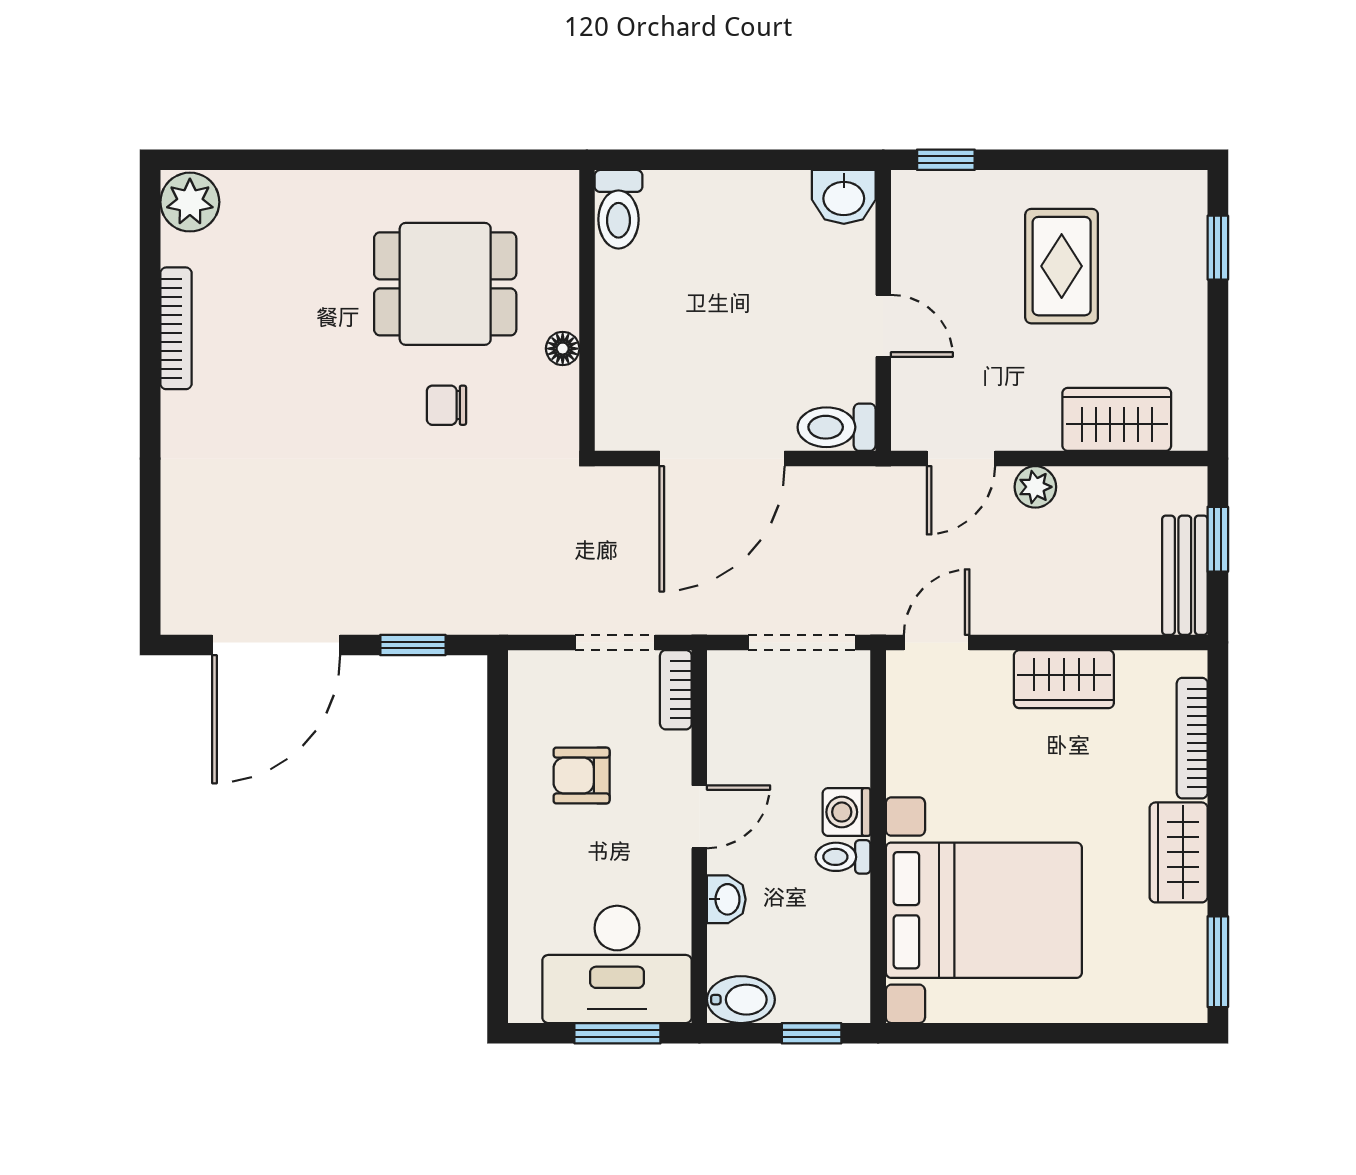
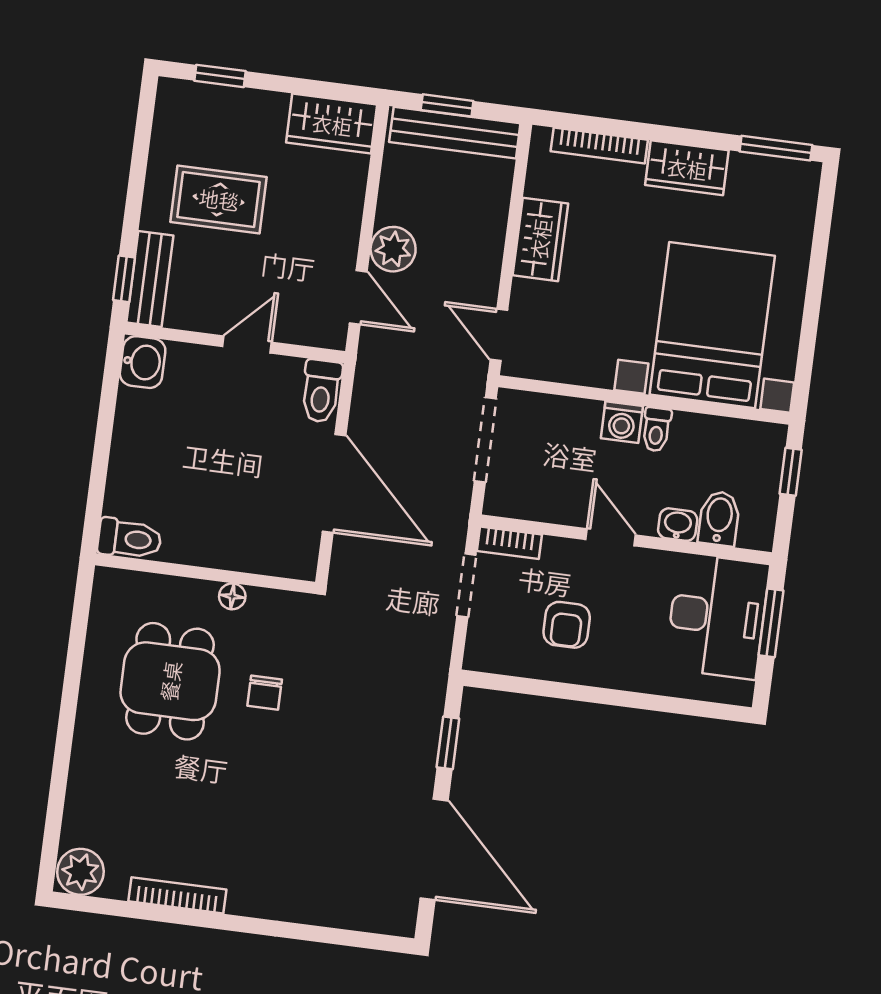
bench: (950, 192) -> (150, 279), added
wardrobe: (1117, 419) -> (332, 124), moved, turned -90
plant: (1035, 487) -> (393, 249), width x1.38, depth x1.38
bench: (1185, 575) -> (455, 133), width x1.36
bidet: (741, 1000) -> (719, 518), moved

